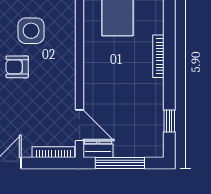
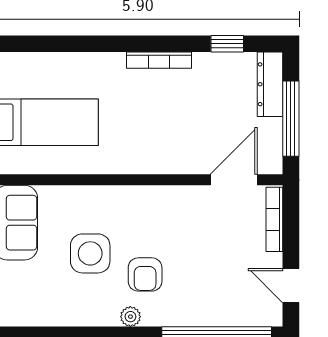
bookcase: (158, 56) -> (159, 60), moved
dresser: (98, 149) -> (270, 84), moved, width x1.44

